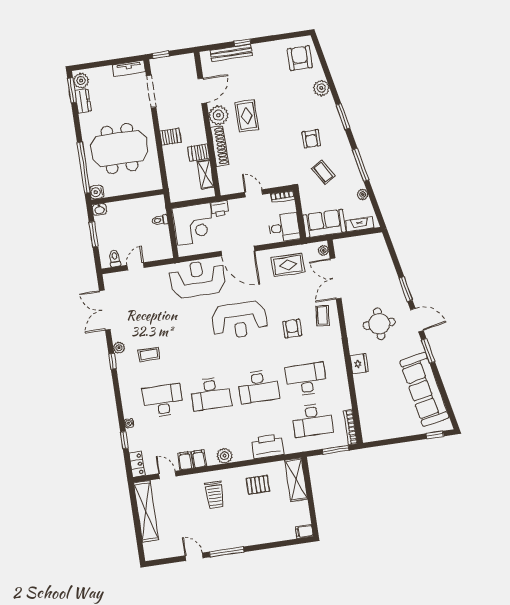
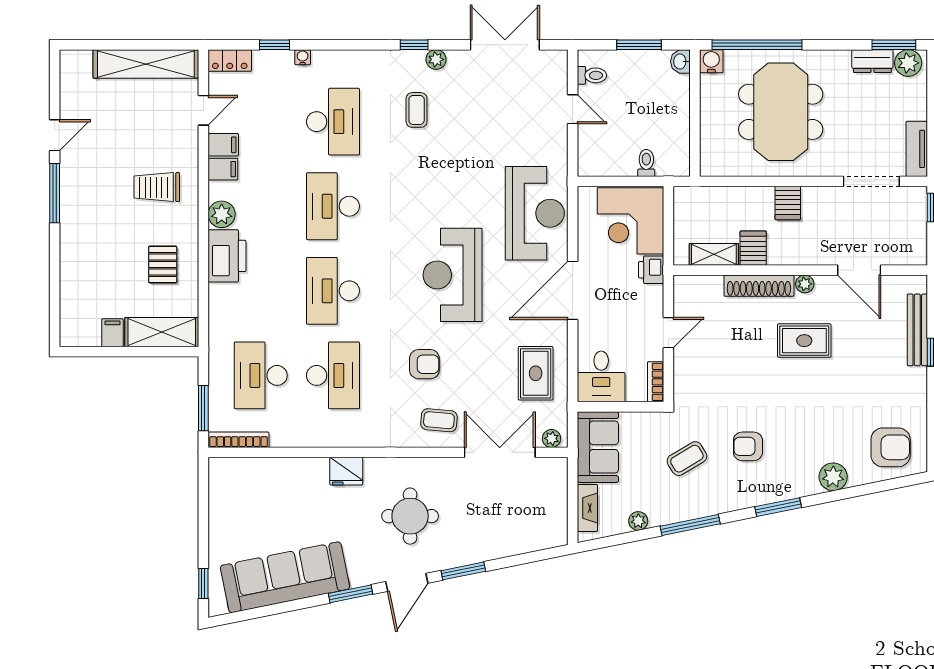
plant: (218, 115) -> (805, 284), width x0.53, depth x0.53
printer: (268, 446) -> (227, 256), moved
filing cabinet: (304, 531) -> (112, 333), moved

